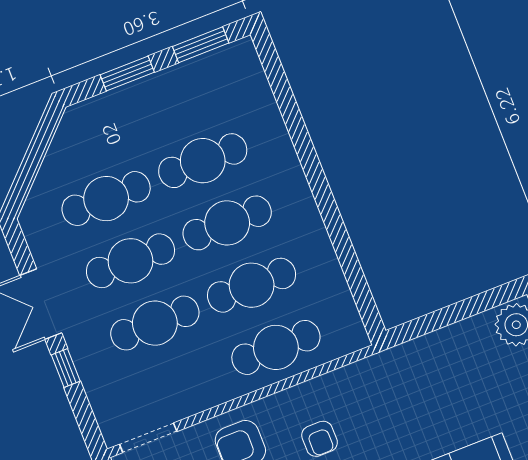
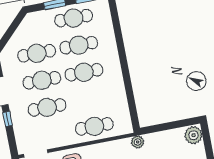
cafe table: (252, 285) -> (73, 18), moved
plant: (386, 366) -> (138, 142), added

